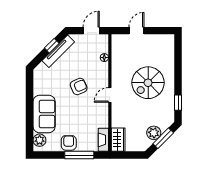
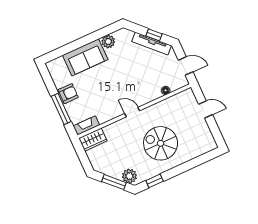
armchair: (79, 86) -> (127, 79), removed
plant: (154, 133) -> (129, 176), moved
plant: (40, 140) -> (108, 42), moved

